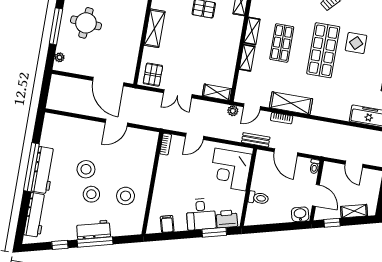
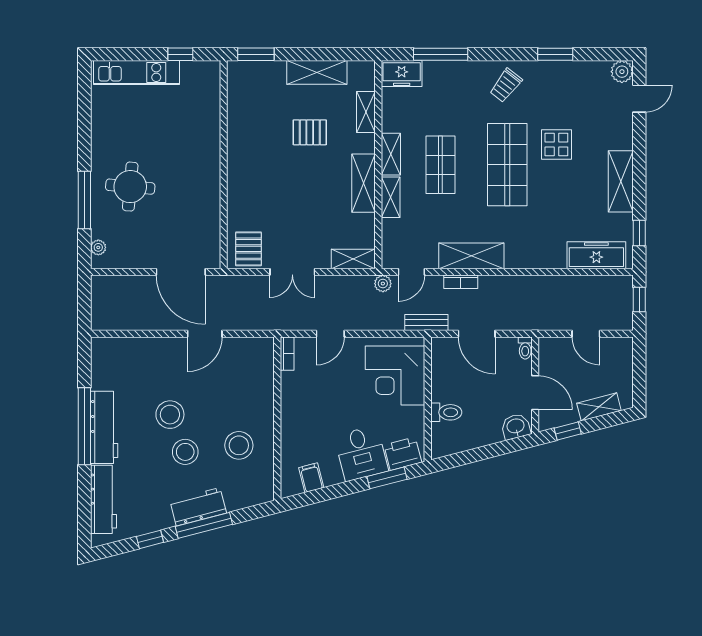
shelving: (155, 28) -> (364, 183), moved

